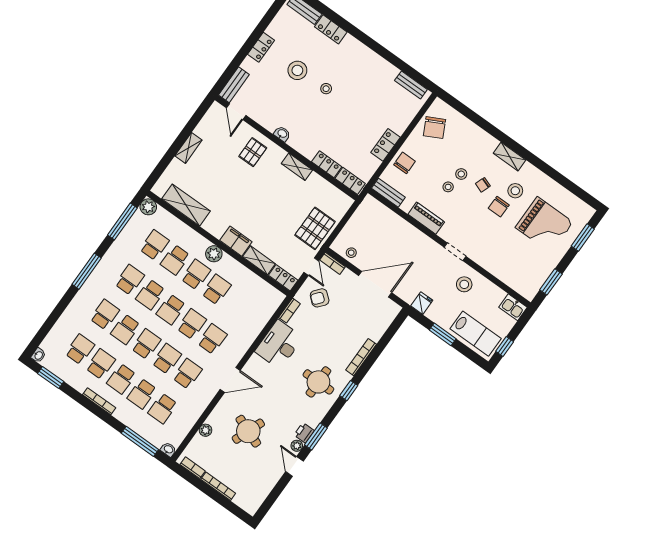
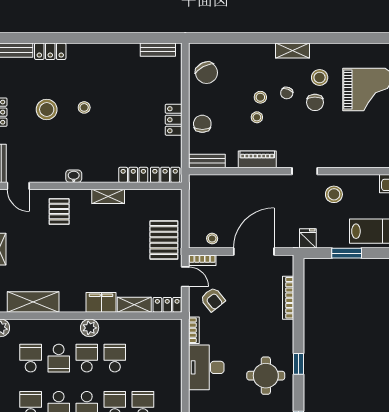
armchair: (320, 298) -> (213, 299), turned -79
bookcase: (361, 357) -> (288, 298), moved

